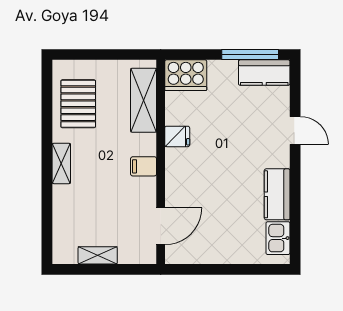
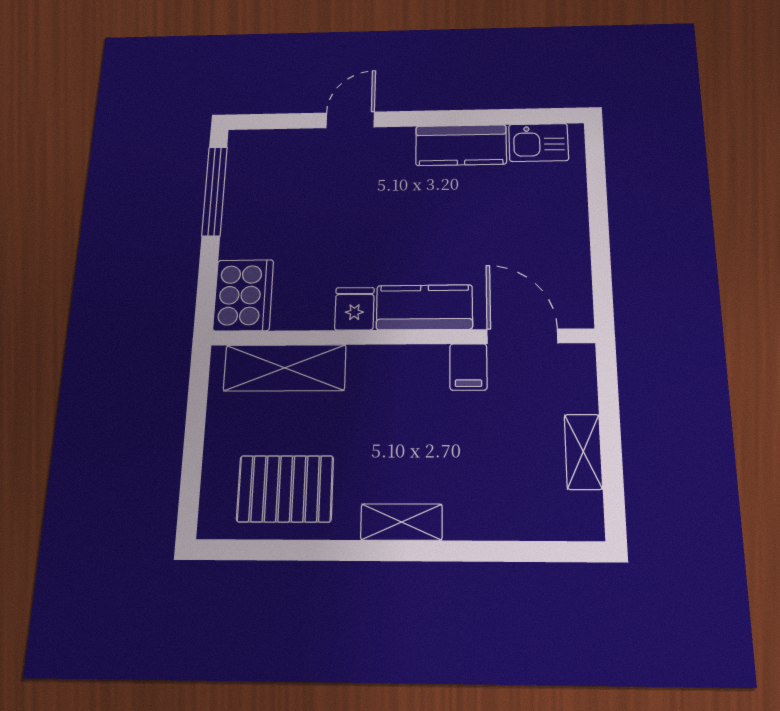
kitchen counter: (264, 73) -> (424, 307), moved, turned -90
filing cabinet: (144, 166) -> (468, 367), moved

